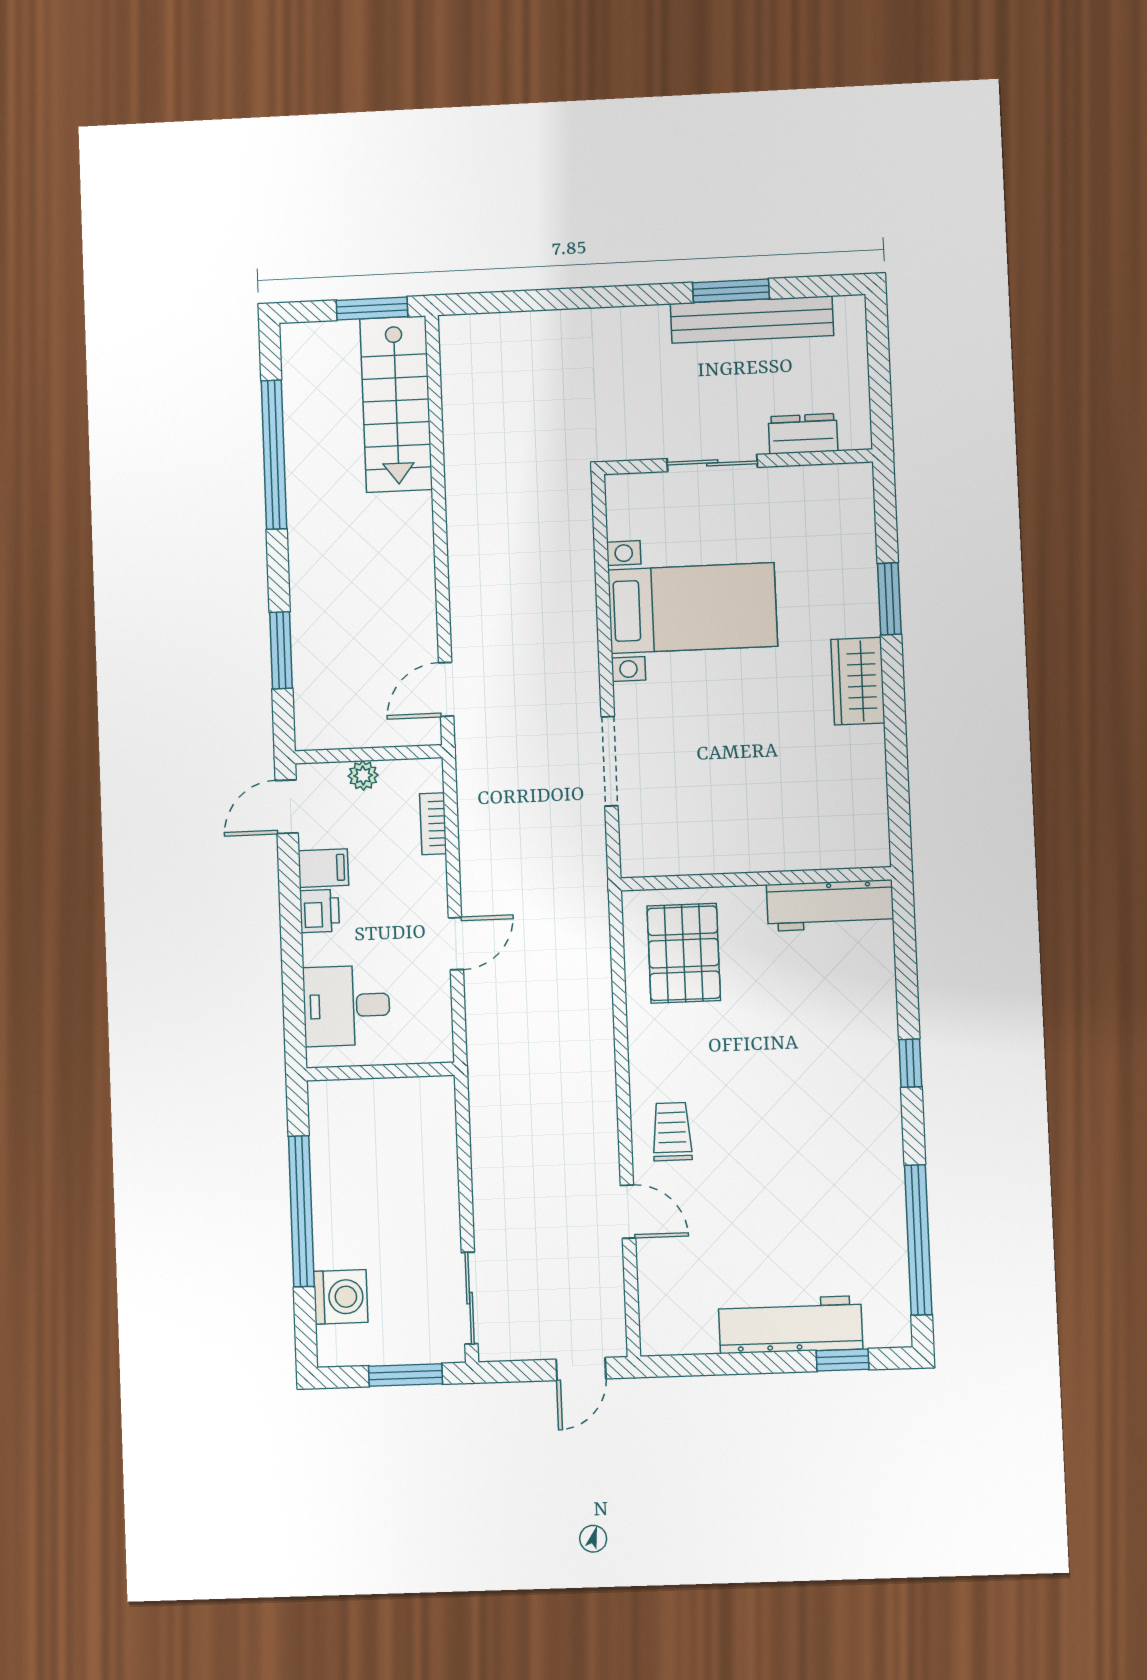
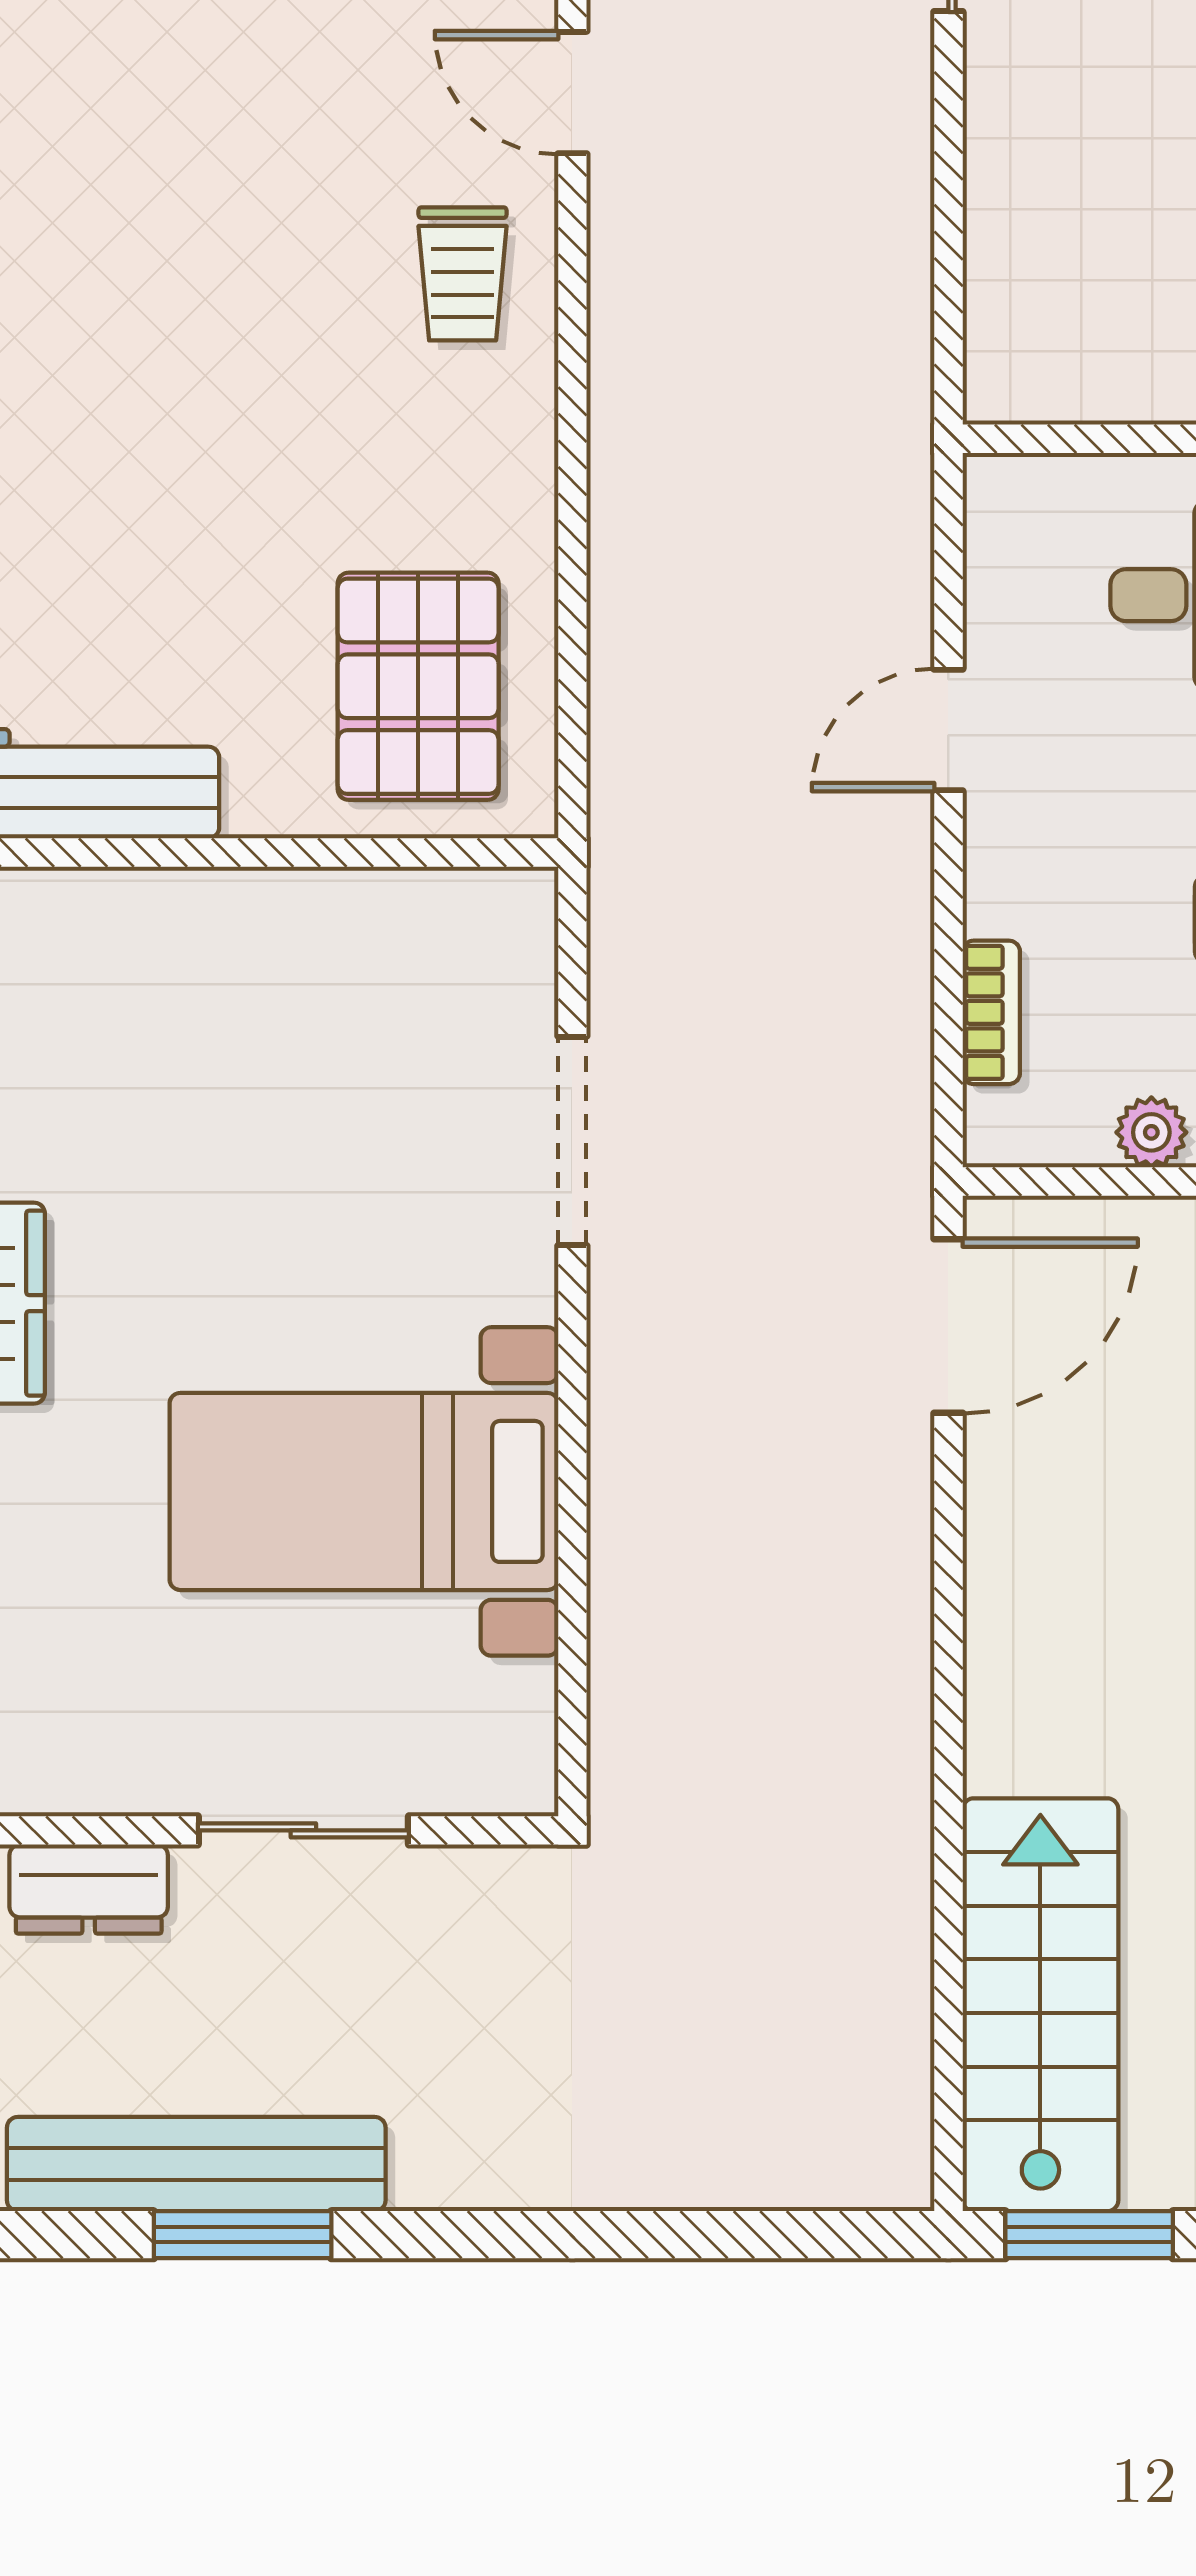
door: (446, 689) -> (948, 1326), width x1.38

